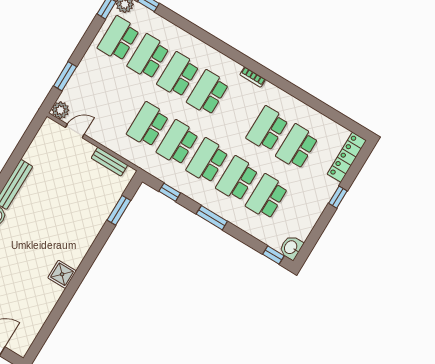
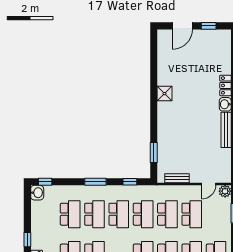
school desk: (118, 107) -> (192, 214), added

